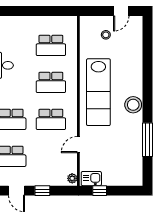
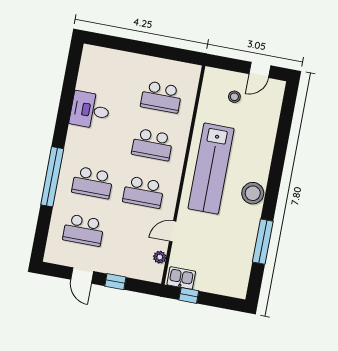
plant: (72, 178) -> (160, 257), moved

